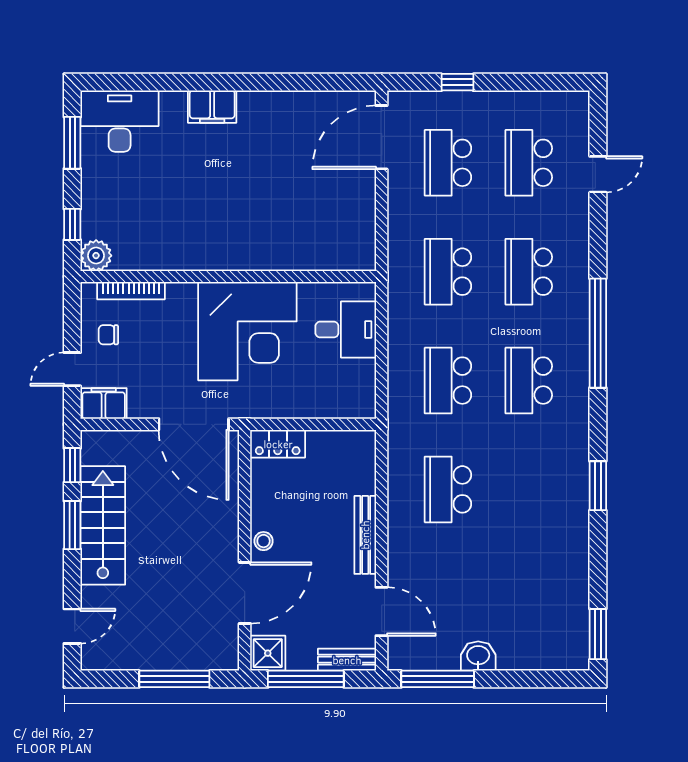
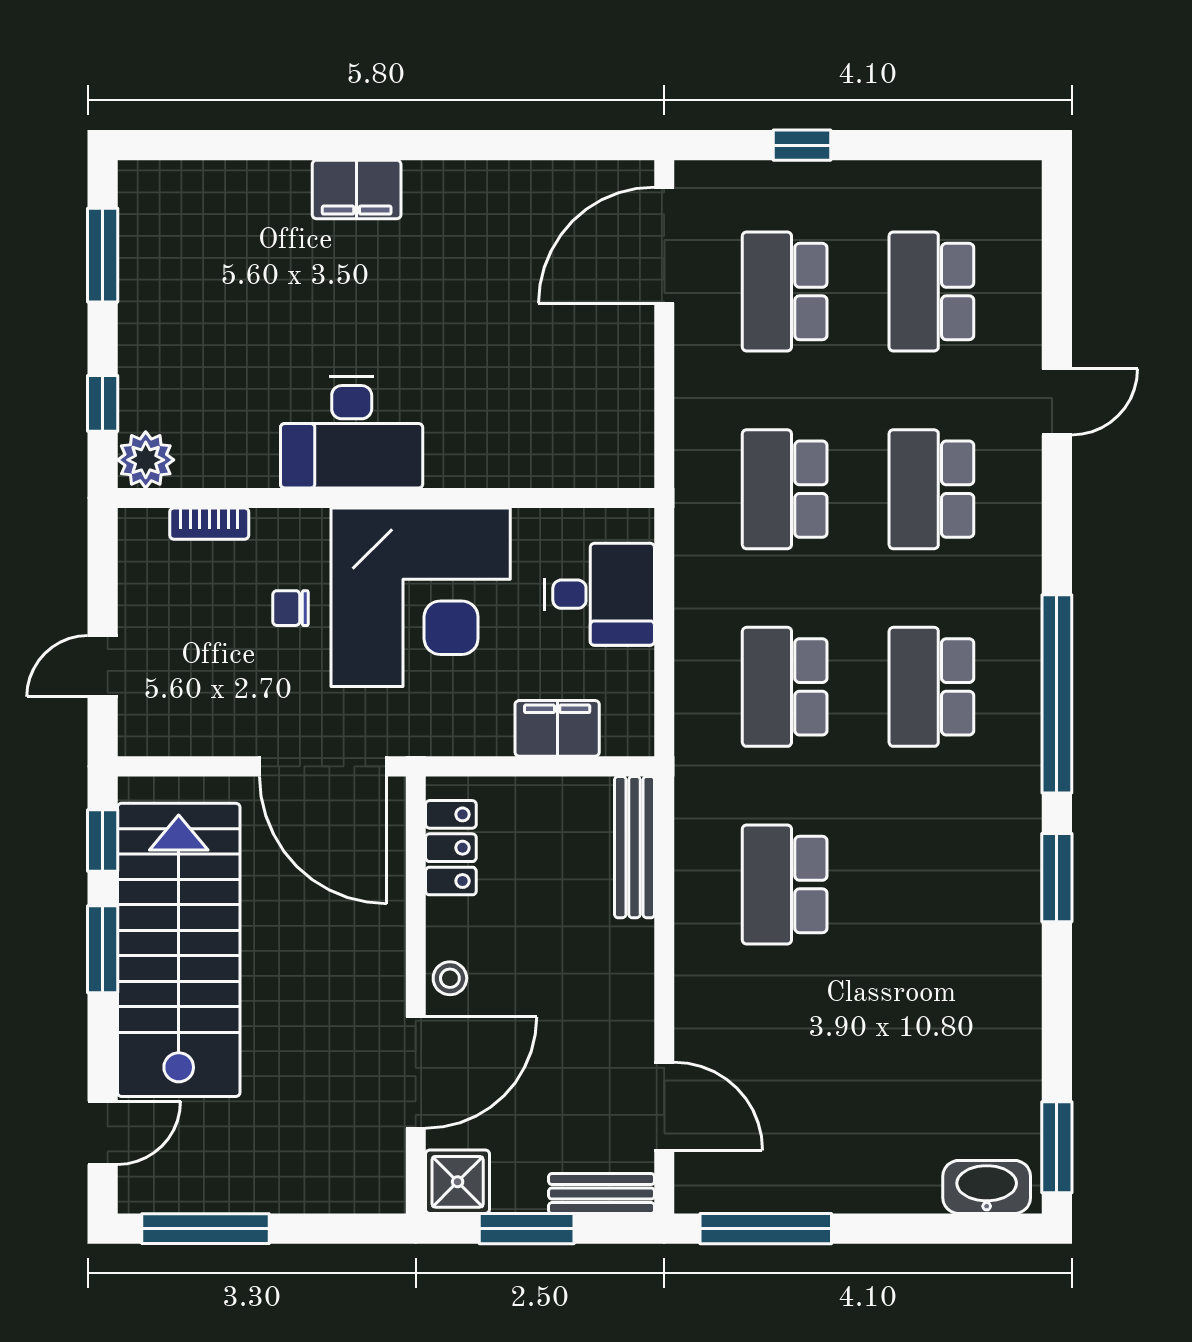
desk: (120, 121) -> (352, 432), moved, turned 180
door: (598, 174) -> (1057, 402), moved
bookcase: (131, 291) -> (209, 524), width x0.64
window: (598, 333) -> (1057, 694), moved
chair: (108, 335) -> (290, 608), moved
filing cabinet: (104, 403) -> (557, 728), moved
locker: (278, 444) -> (451, 848), moved, turned -90
stairs: (103, 525) -> (179, 950), width x1.36, depth x1.51
bench: (365, 535) -> (634, 847), moved
washbasin: (478, 656) -> (987, 1187), moved, width x1.38
window: (174, 679) -> (206, 1229), moved
window: (306, 679) -> (527, 1229), width x0.69

